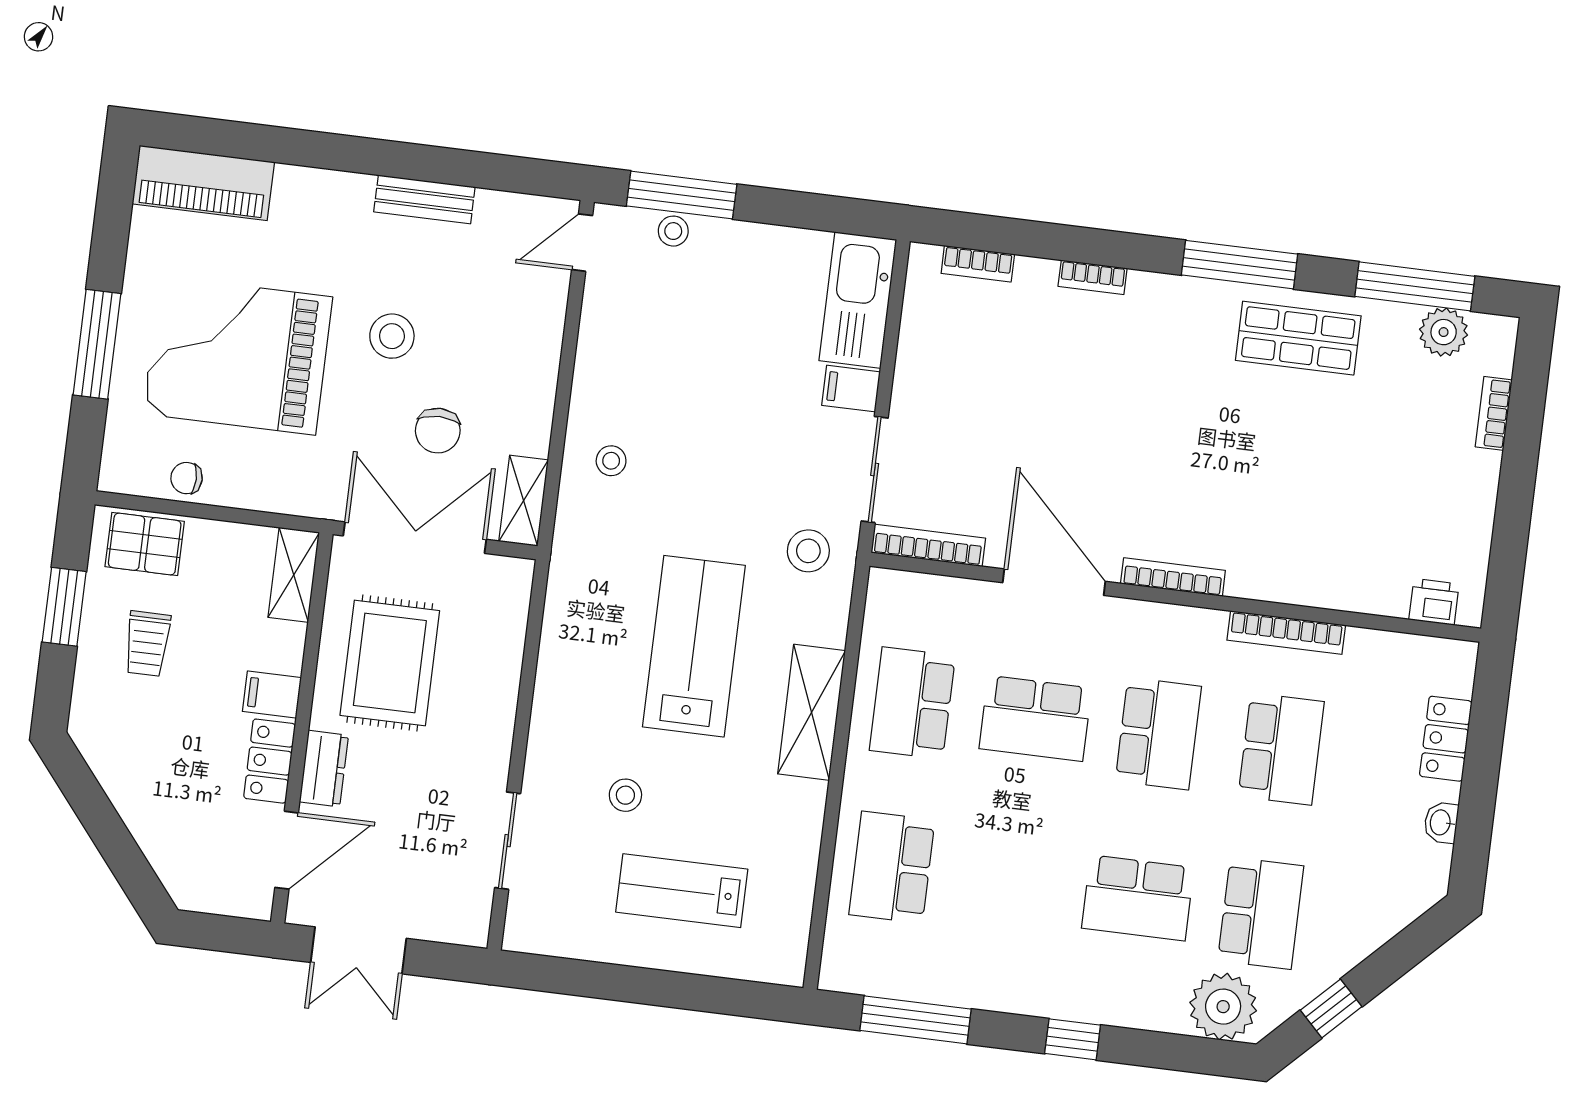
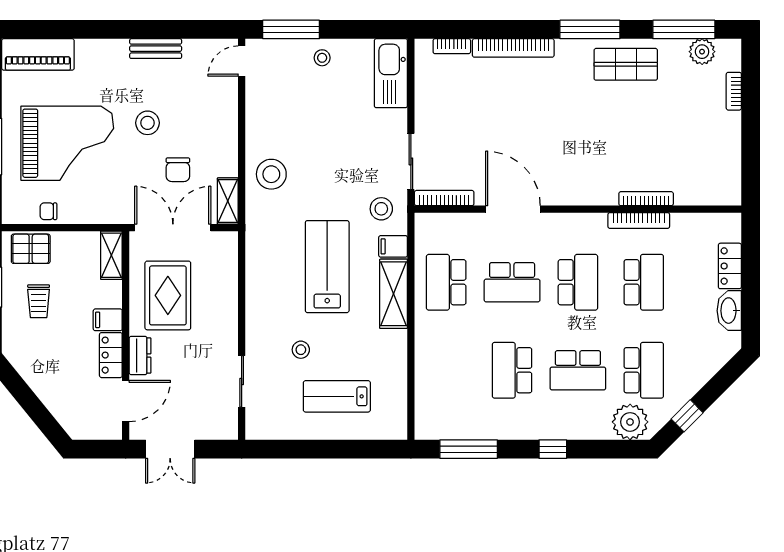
stool: (673, 231) -> (322, 58), moved
bookcase: (1093, 277) -> (513, 48), width x2.31, depth x1.31
grand piano: (238, 355) -> (67, 143), turned 180
filing cabinet: (851, 389) -> (393, 246), moved
stool: (611, 461) -> (271, 174), width x1.89, depth x1.89
bookcase: (1173, 577) -> (646, 199), moved
printer: (1434, 602) -> (715, 195), removed
washbasin: (1441, 823) -> (729, 311), width x1.91, depth x1.45
school desk: (892, 867) -> (512, 370), moved

